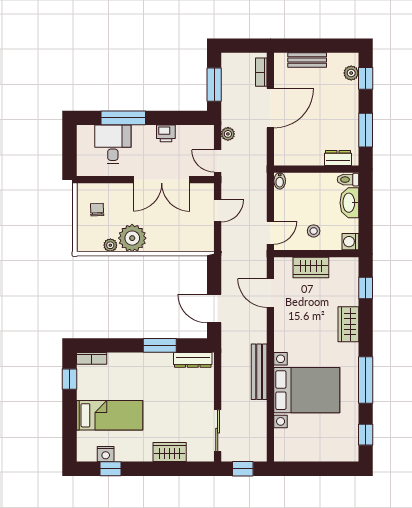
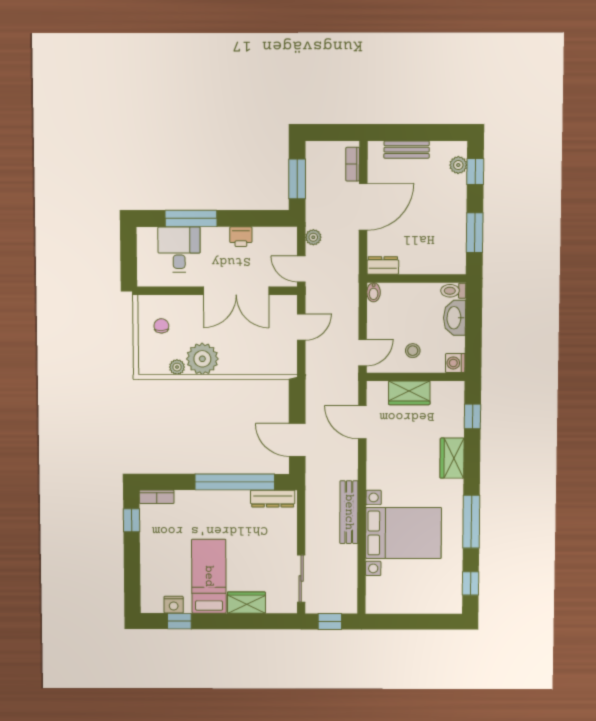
dresser: (338, 158) -> (383, 265), moved
window: (160, 345) -> (235, 482), width x2.11
bed: (110, 415) -> (209, 576), moved, turned -90

